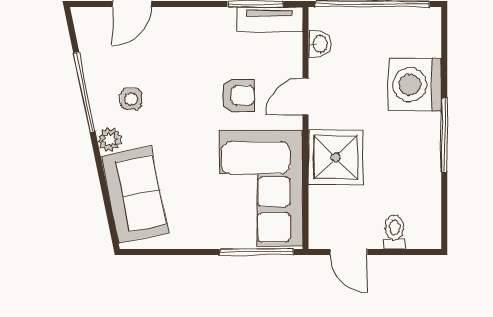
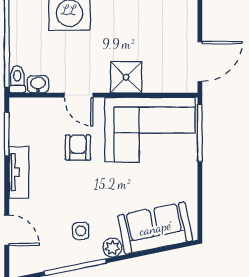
tv unit: (270, 20) -> (19, 172), moved
shower: (336, 157) -> (126, 77), width x0.73, depth x0.73
toilet: (394, 232) -> (17, 79), moved, turned 90
door: (349, 252) -> (200, 62), width x1.38

